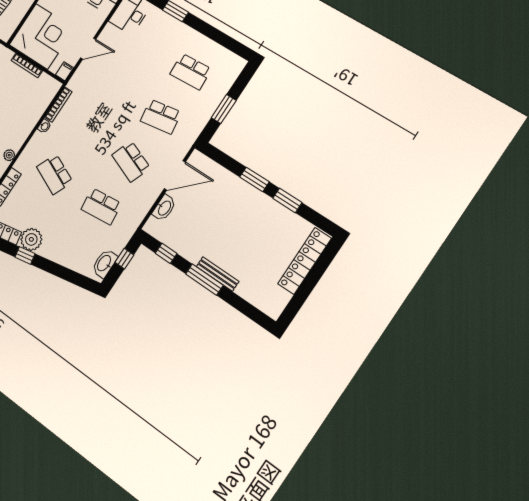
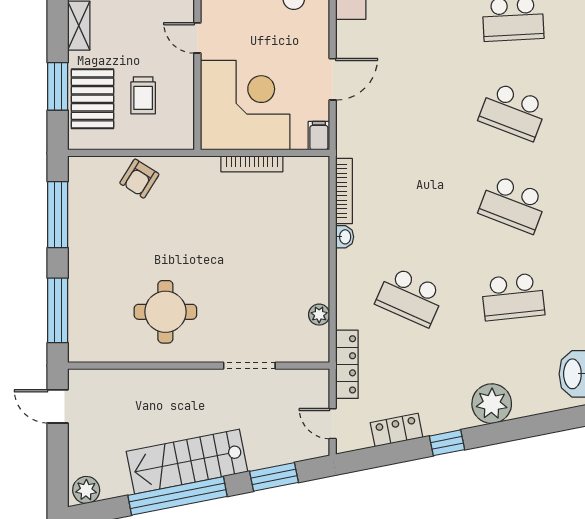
school desk: (161, 117) -> (513, 111), turned 30
plant: (31, 239) -> (492, 404), moved

